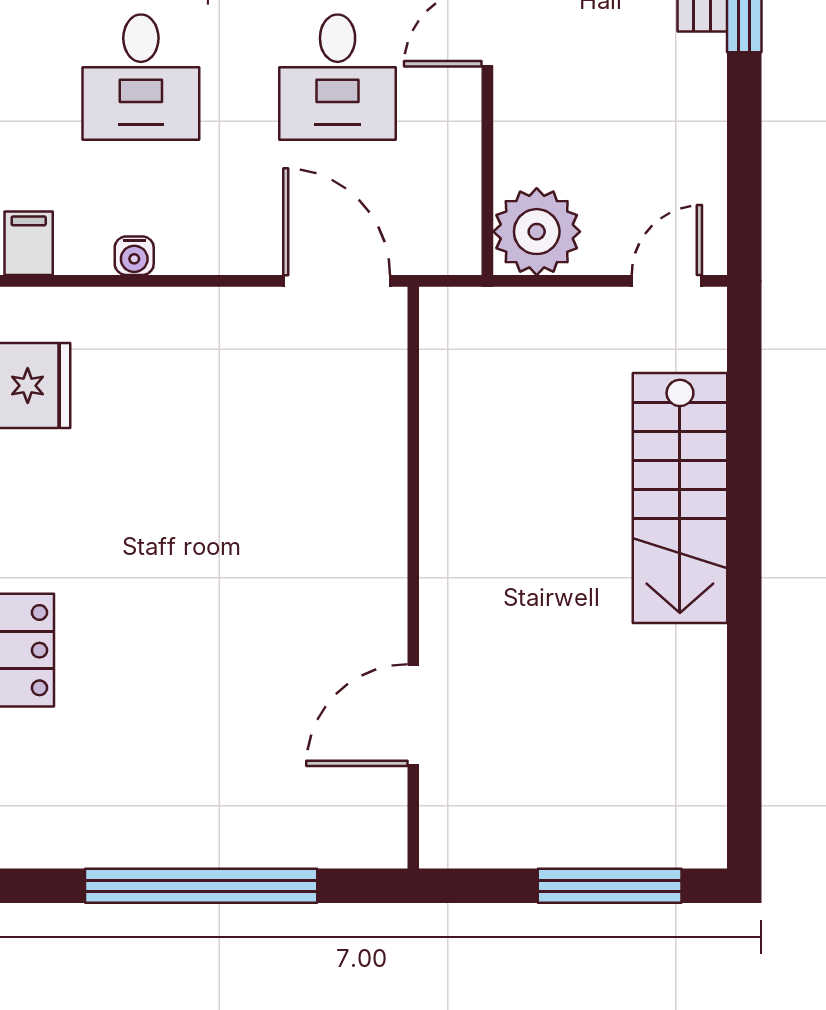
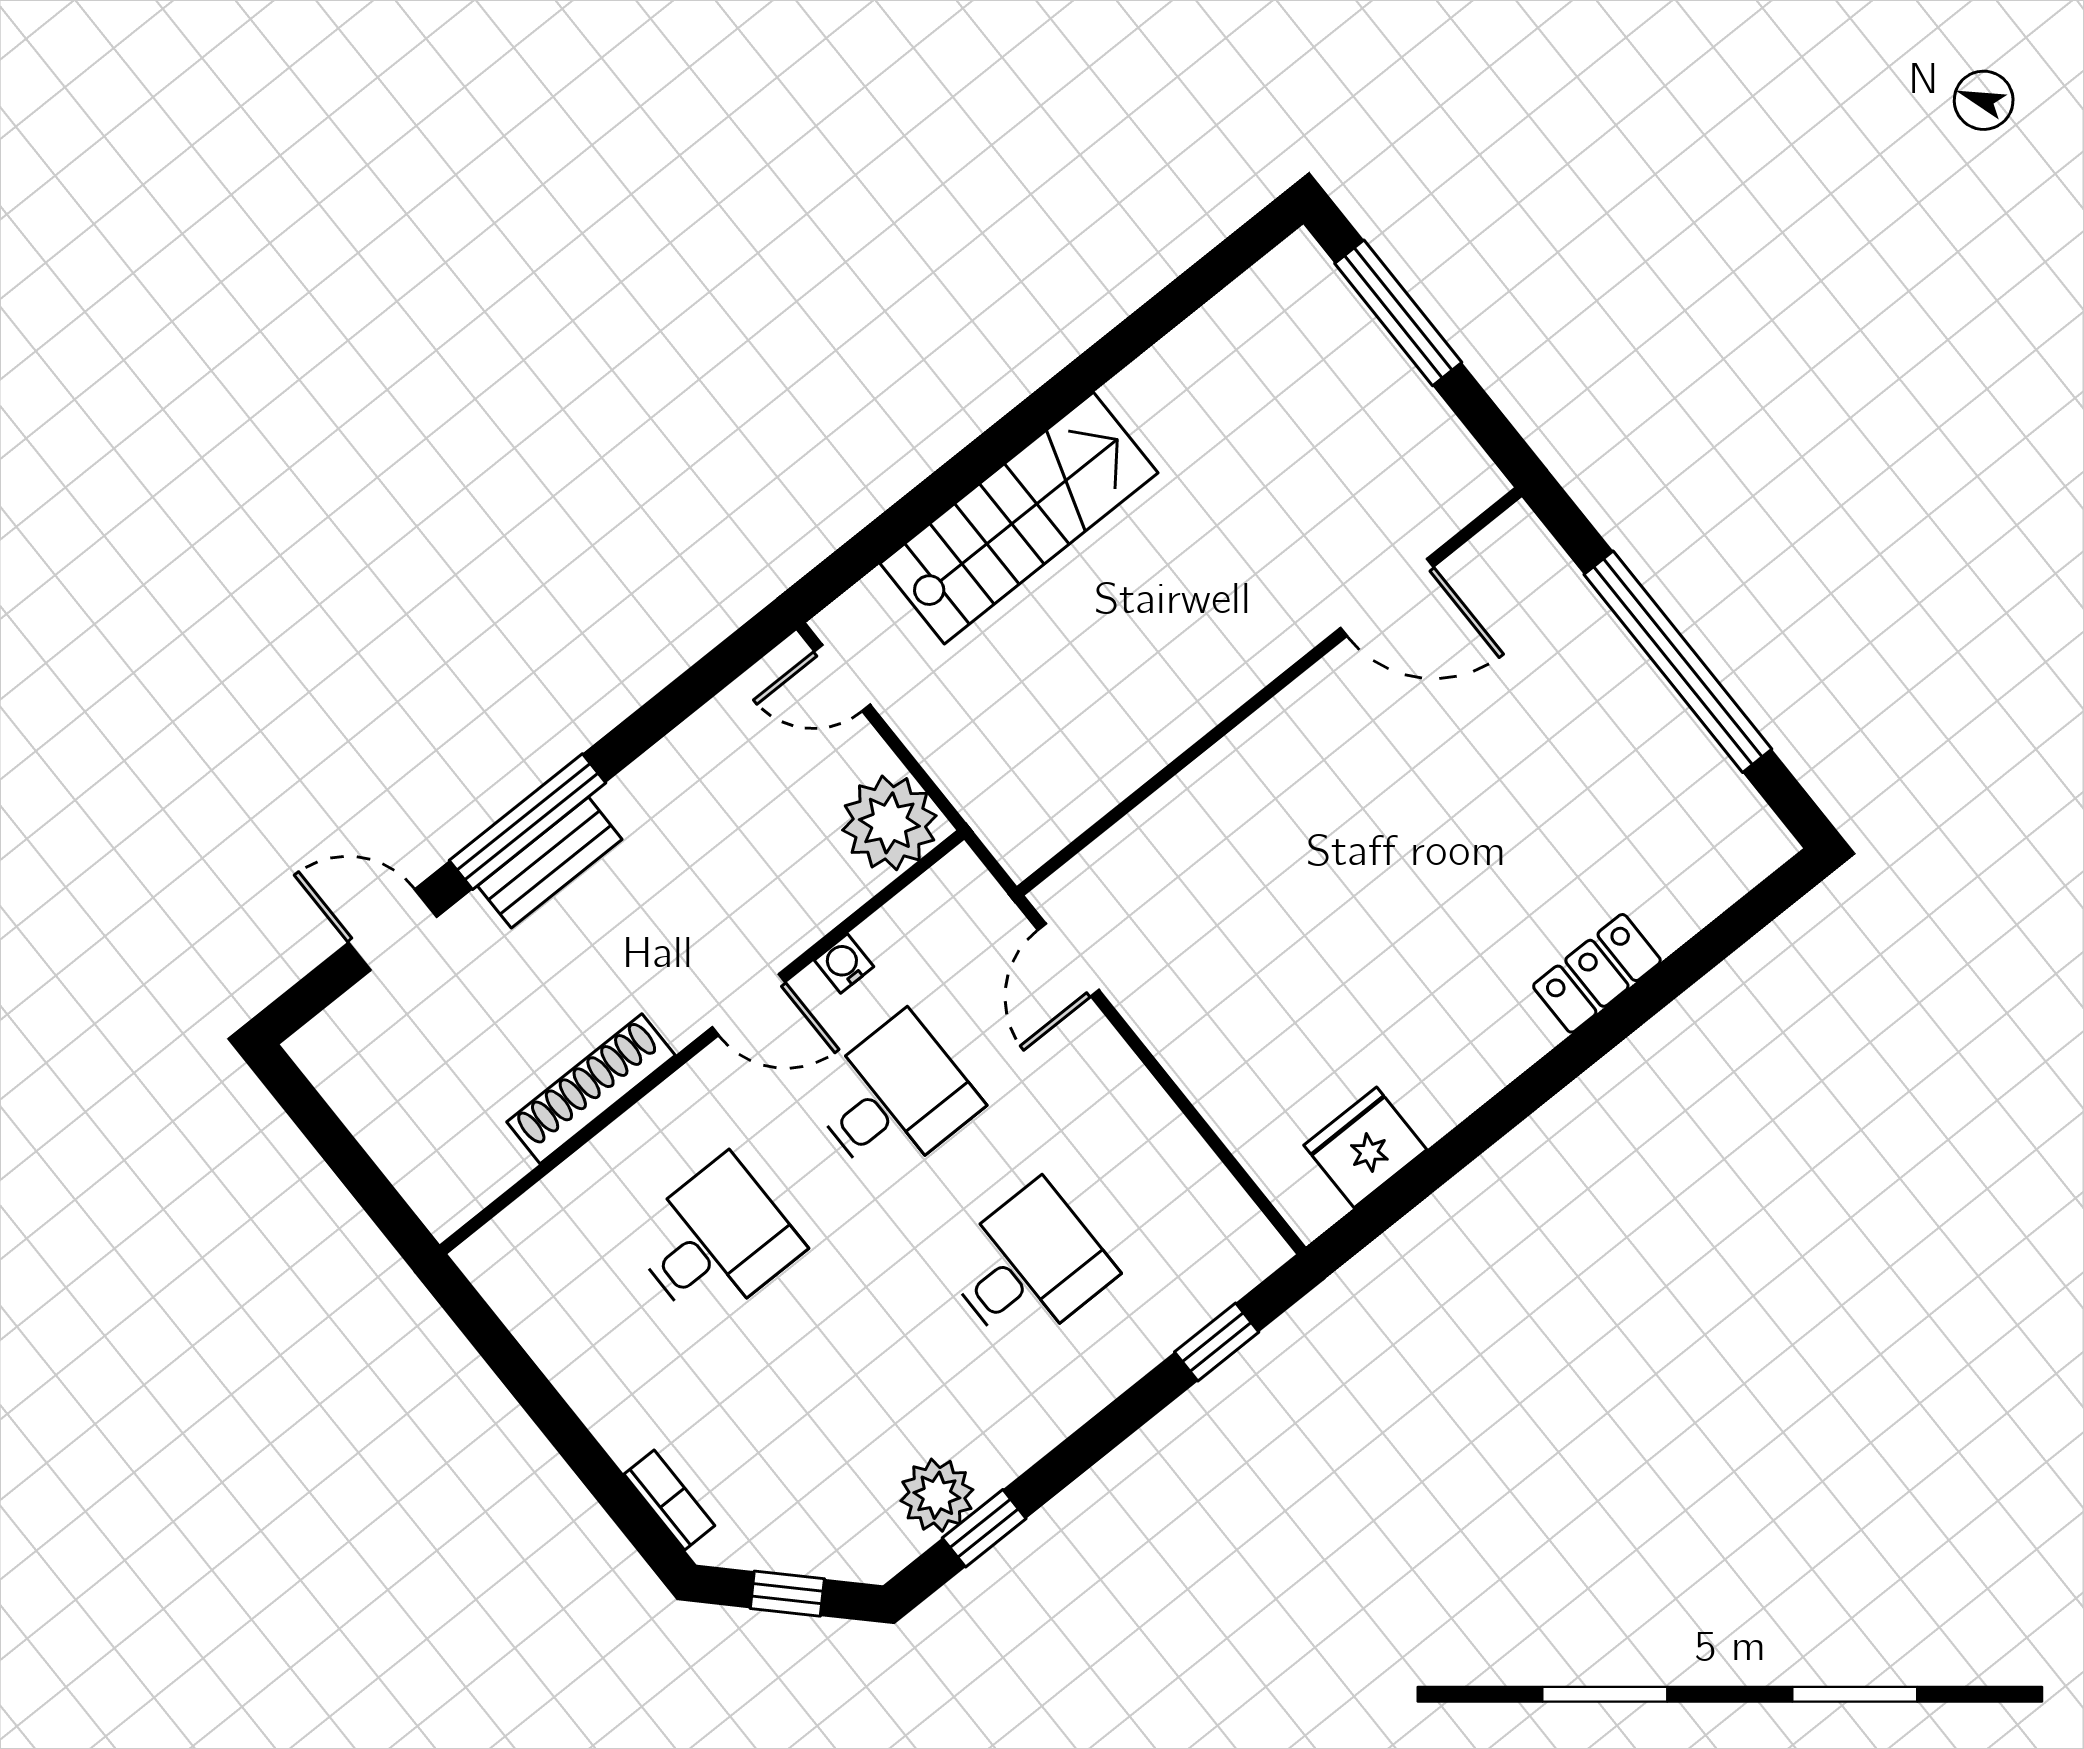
filing cabinet: (29, 243) -> (1247, 1249), removed
water cooler: (134, 256) -> (844, 963), moved, turned -90
door: (337, 281) -> (1068, 960), width x0.73

